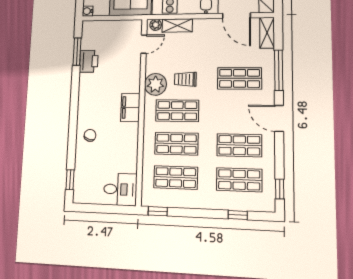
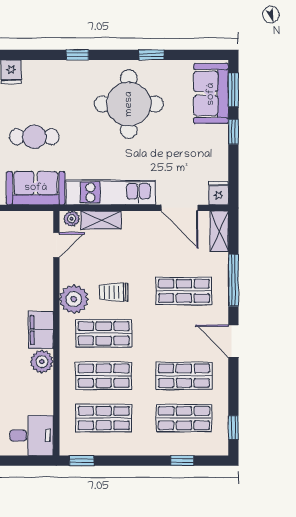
plant: (130, 132) -> (42, 362), added

